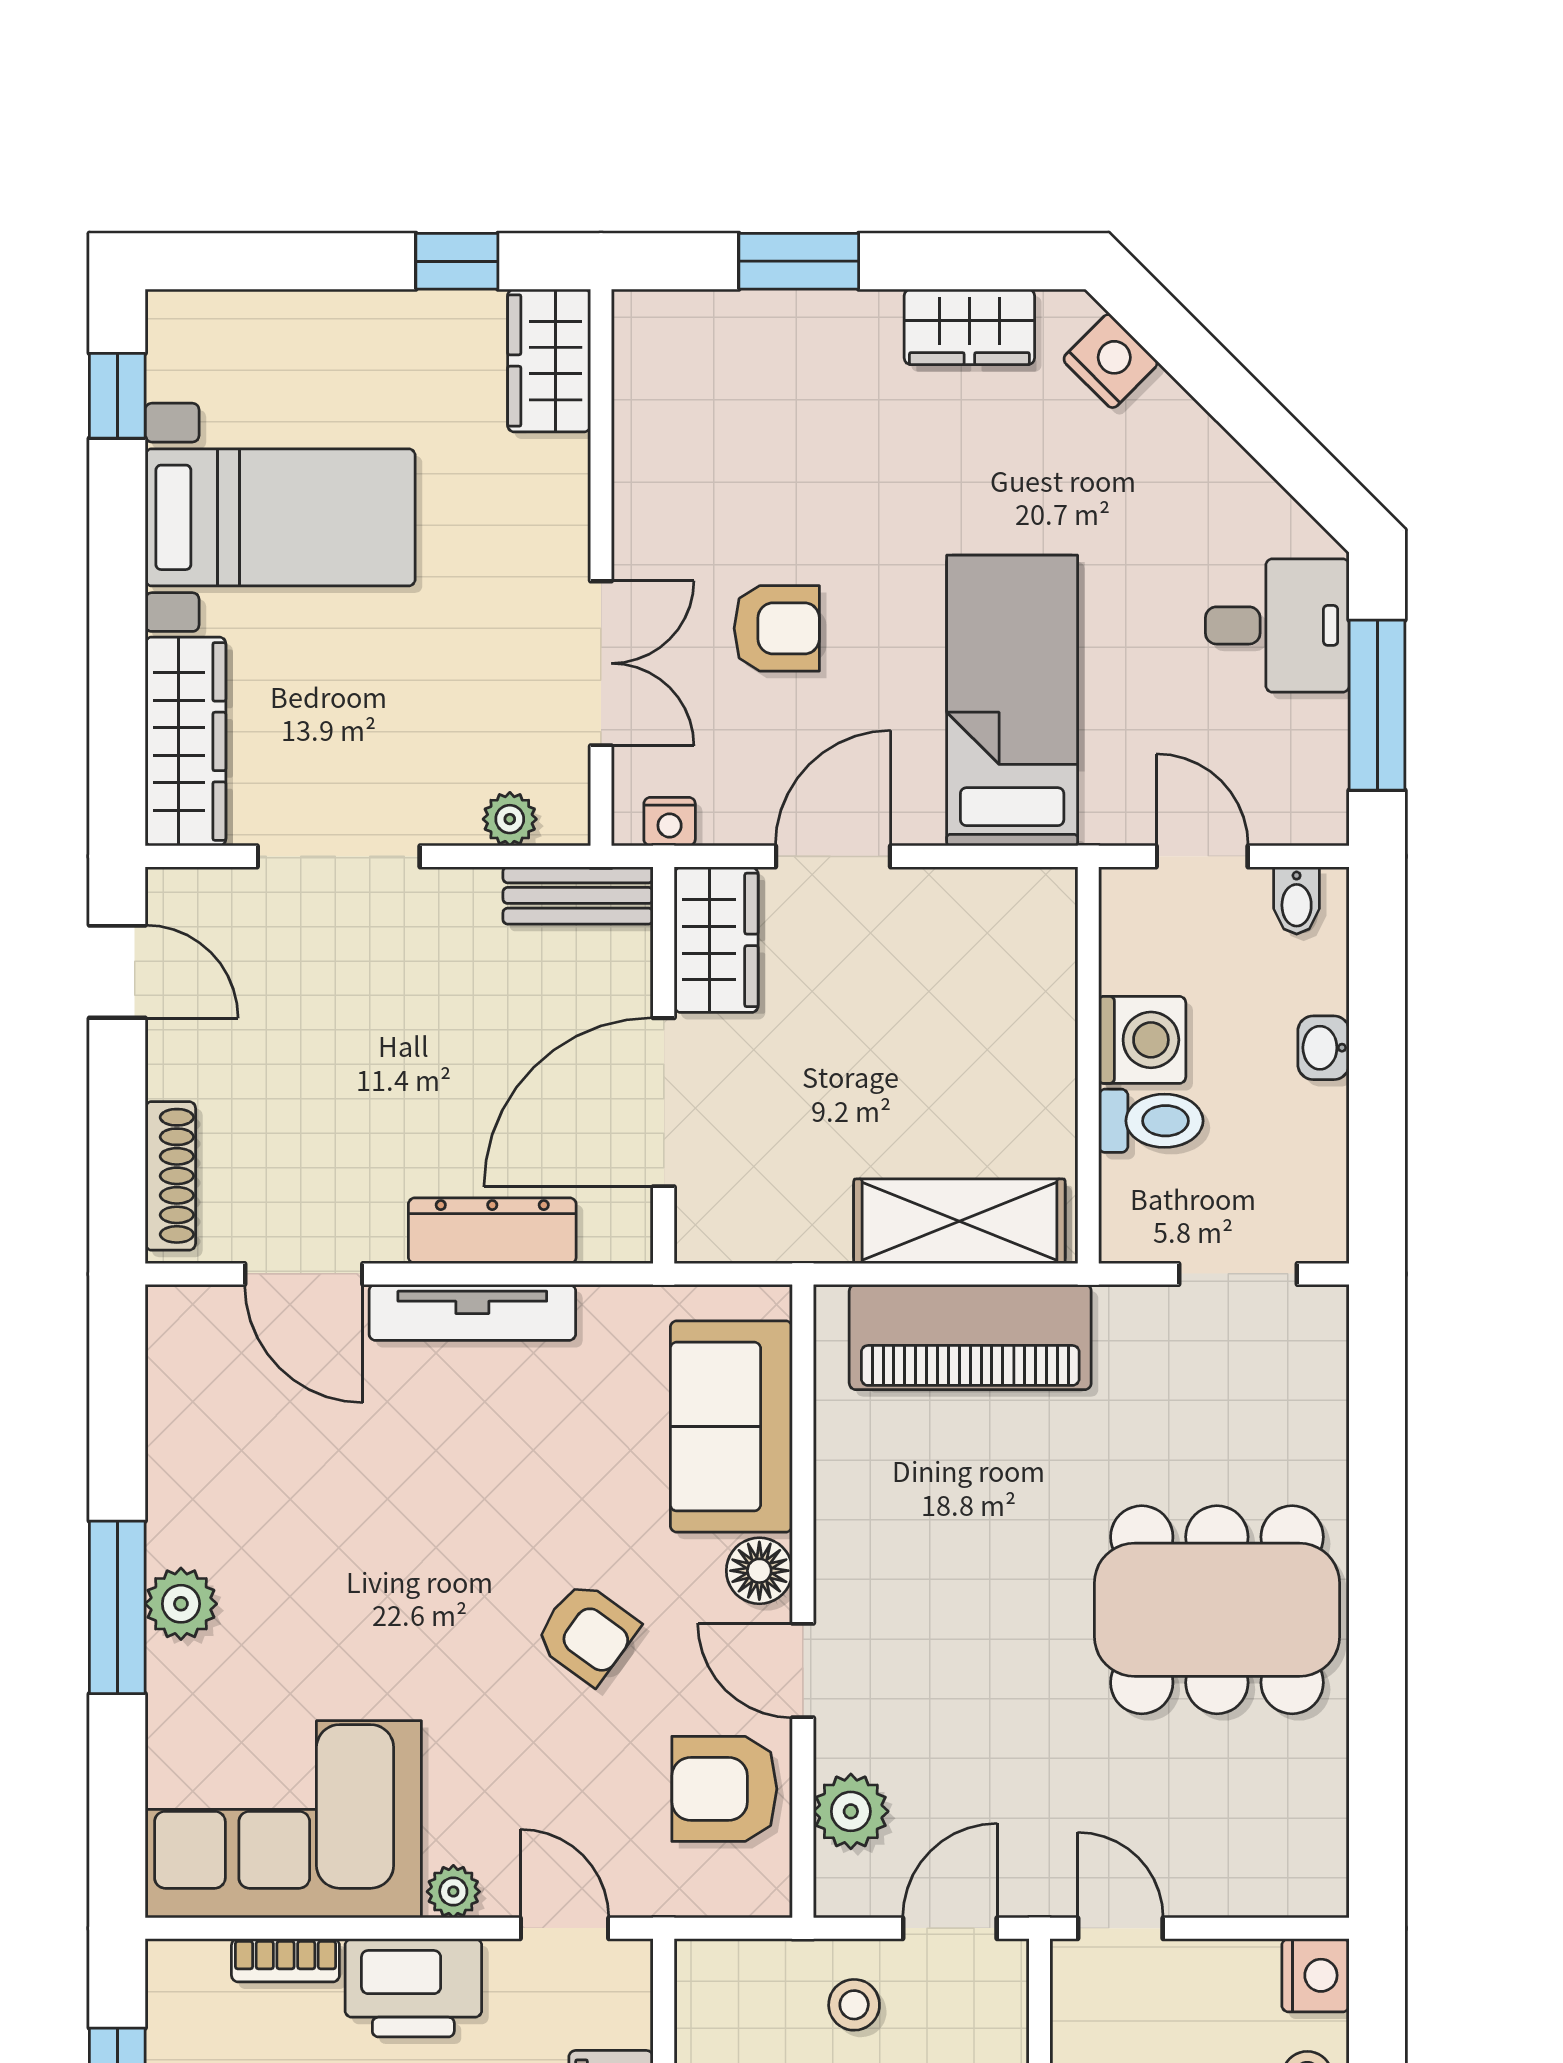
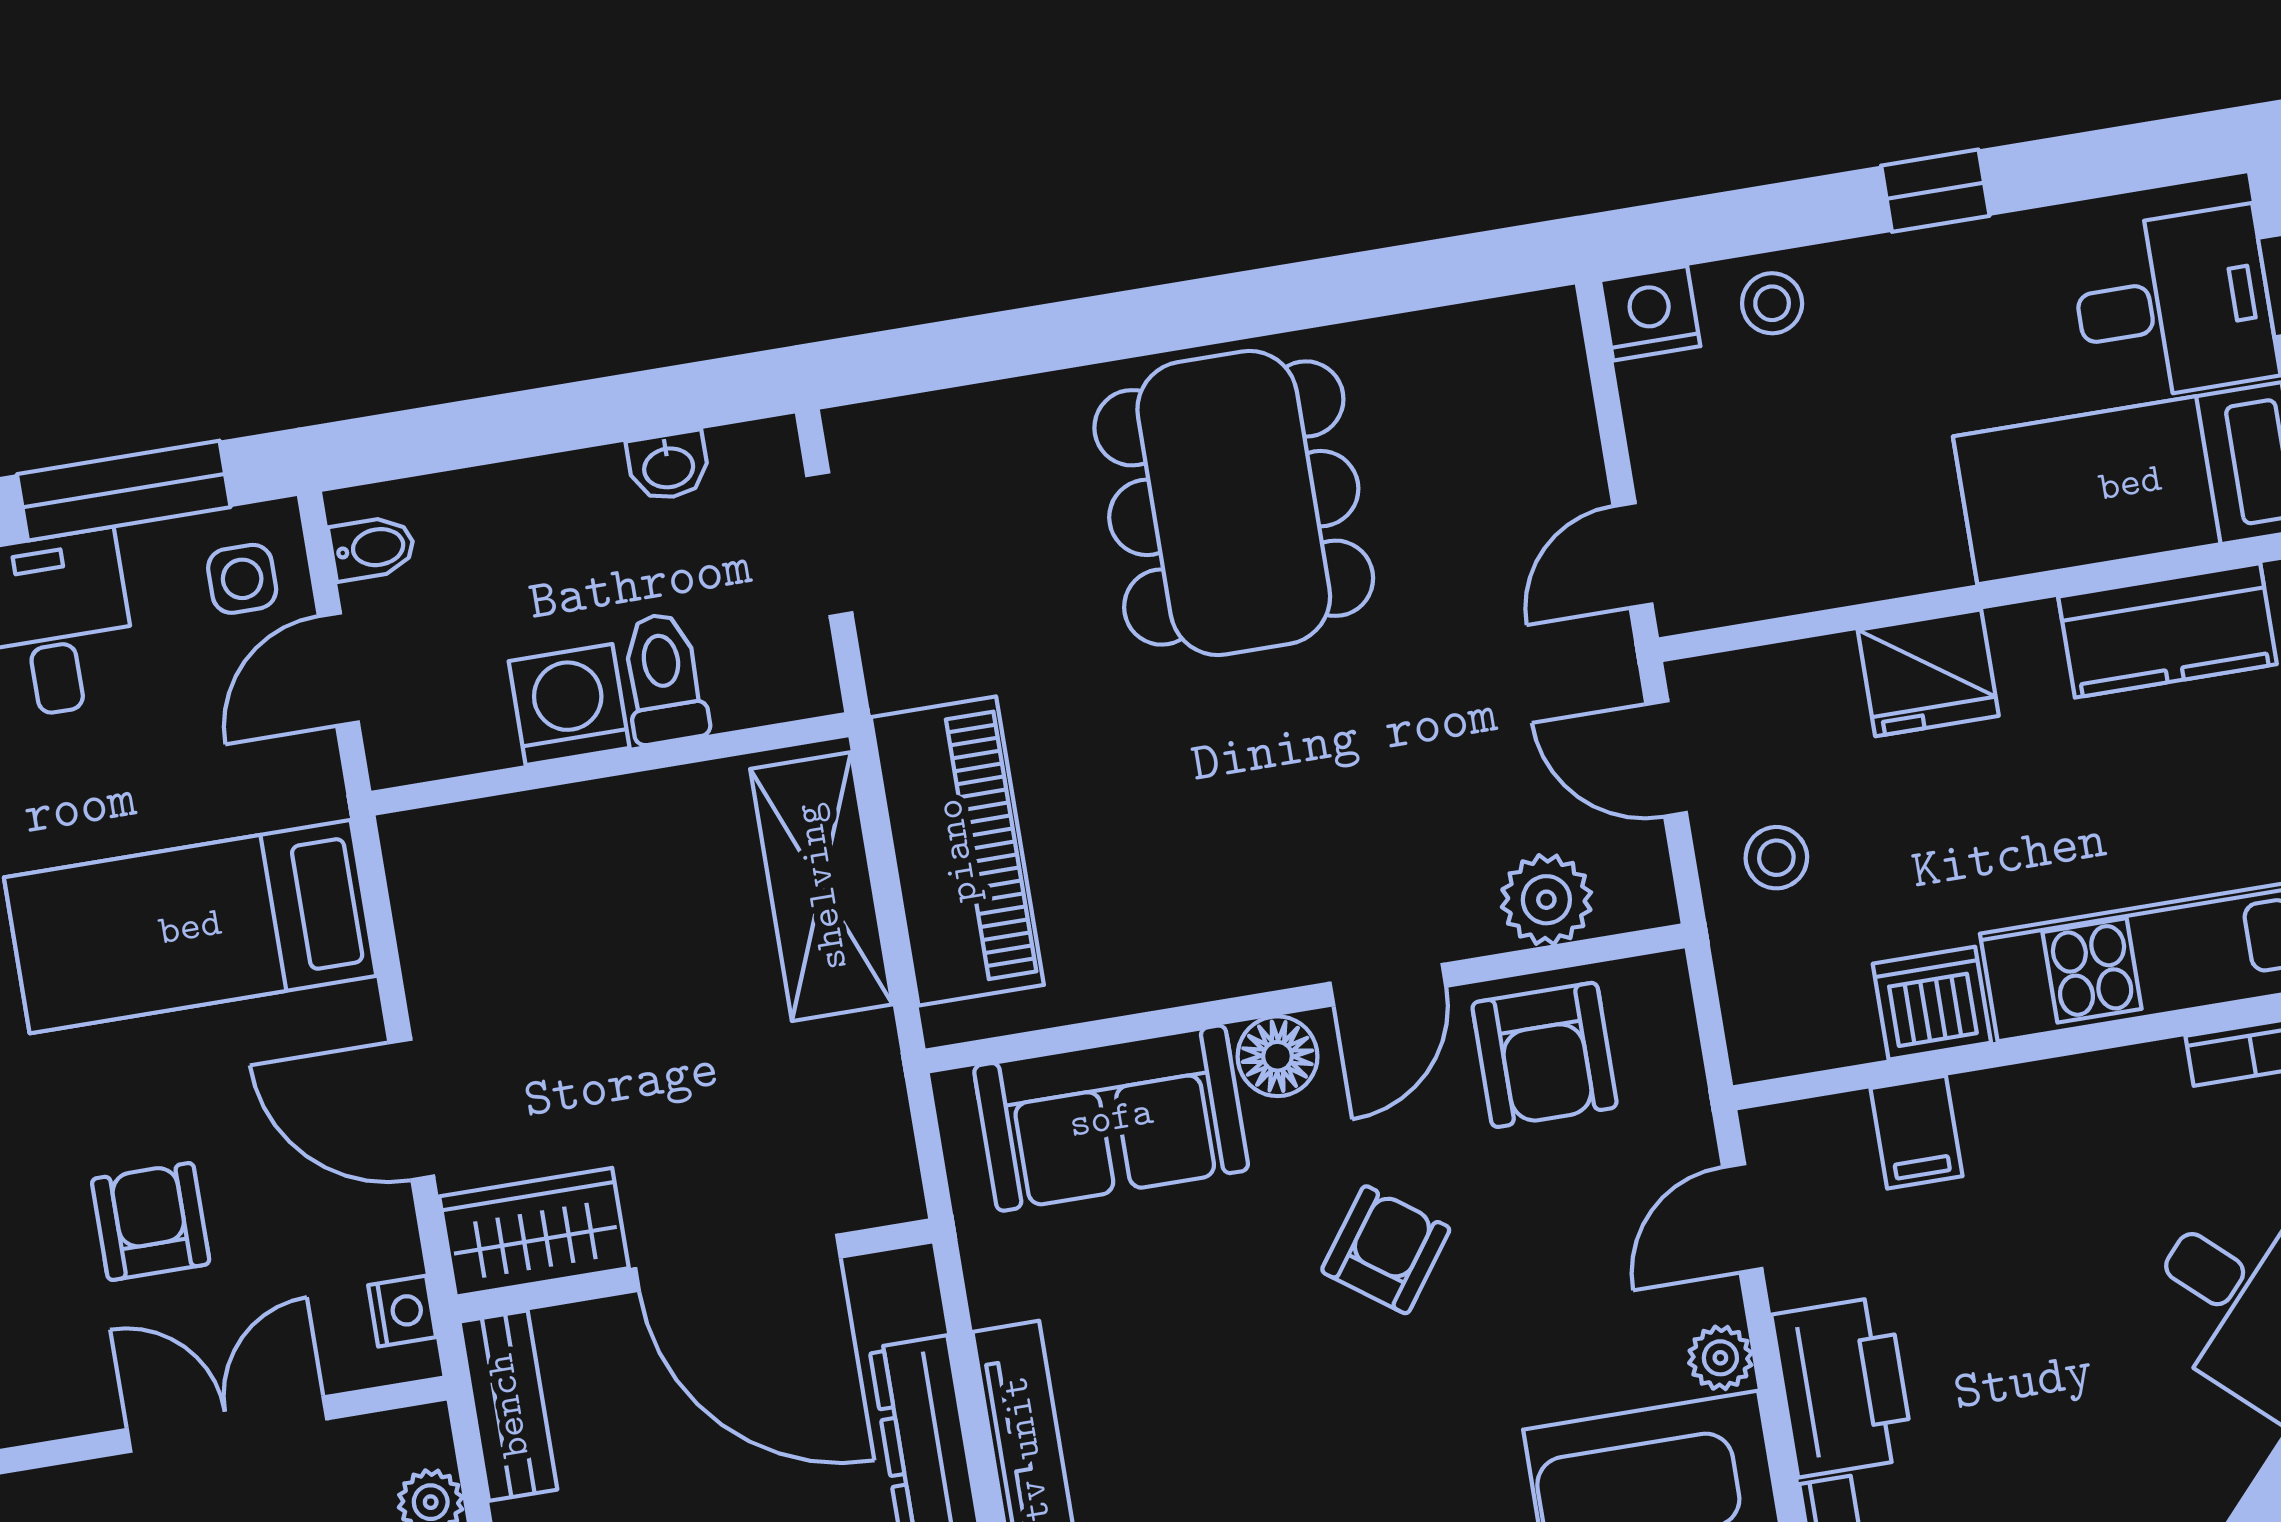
side table: (1289, 790) -> (242, 579), added
washbasin: (1324, 1048) -> (668, 466), moved

